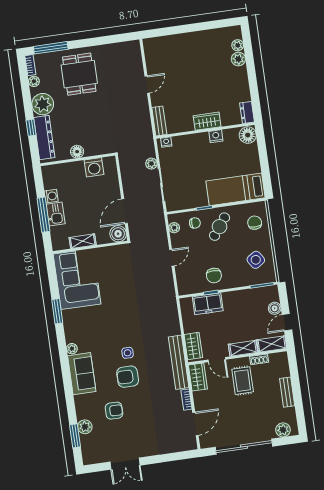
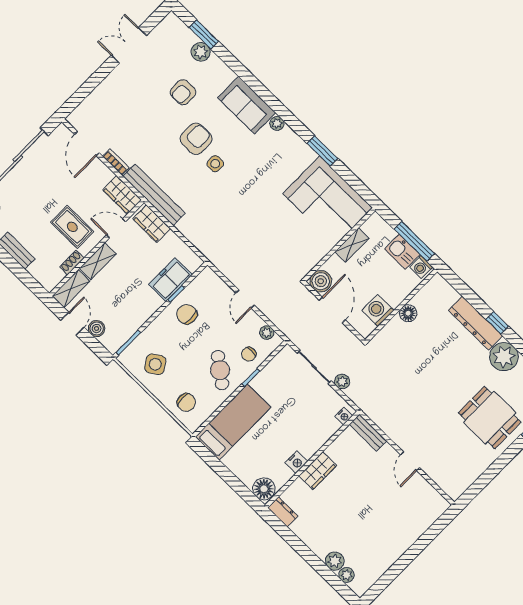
floor lamp: (77, 152) -> (408, 313), moved
wall: (78, 159) -> (401, 306), moved
washing machine: (94, 167) -> (378, 310), moved

